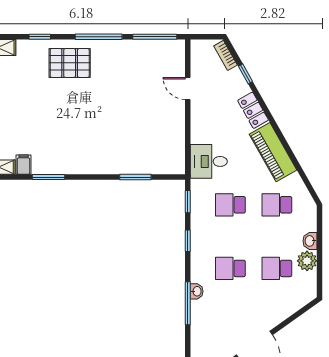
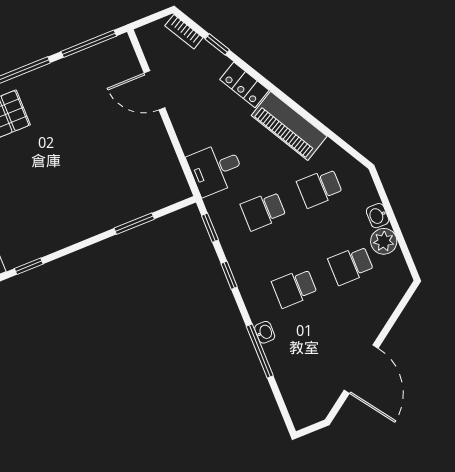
door: (188, 89) -> (154, 90), width x1.38
window: (49, 177) -> (29, 266), width x0.67

